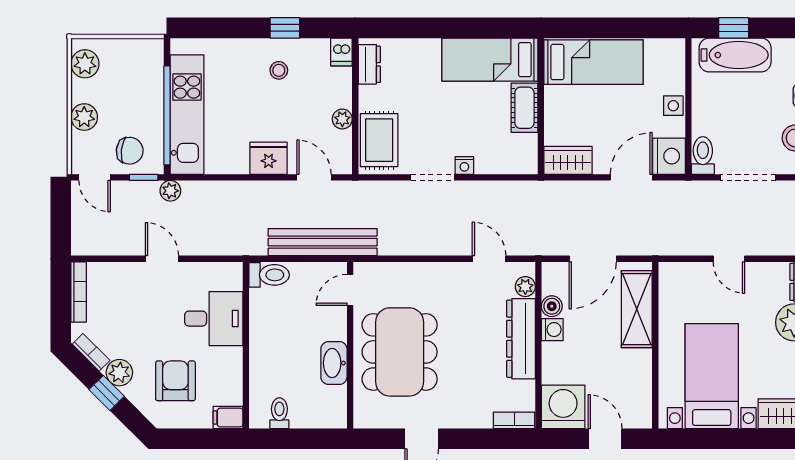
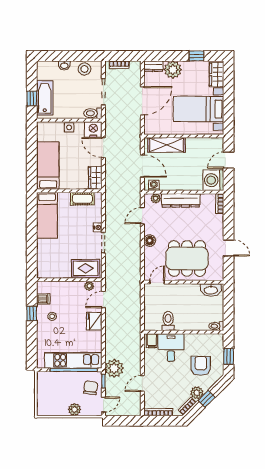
dishwasher: (341, 52) -> (43, 299), moved
plant: (85, 64) -> (49, 409), removed
dresser: (369, 64) -> (49, 273), removed
cot: (524, 108) -> (82, 199), moved
plant: (342, 119) -> (89, 286), moved
plant: (170, 191) -> (114, 368), width x1.88, depth x1.88
bench: (323, 242) -> (134, 295), removed
door: (162, 259) -> (142, 384), moved
door: (729, 259) -> (142, 101), width x1.87
floor lamp: (437, 274) -> (150, 241), added
toilet: (269, 275) -> (168, 321), moved
door: (350, 290) -> (157, 282), swing flipped
boiler: (552, 306) -> (165, 186), removed
washing machine: (552, 330) -> (154, 185), moved
washbasin: (334, 363) -> (211, 290), moved
armchair: (175, 381) -> (201, 366), turned 90
toilet: (279, 413) -> (216, 326), moved
filing cabinet: (228, 418) -> (152, 341), moved
window: (195, 439) -> (229, 356), added

